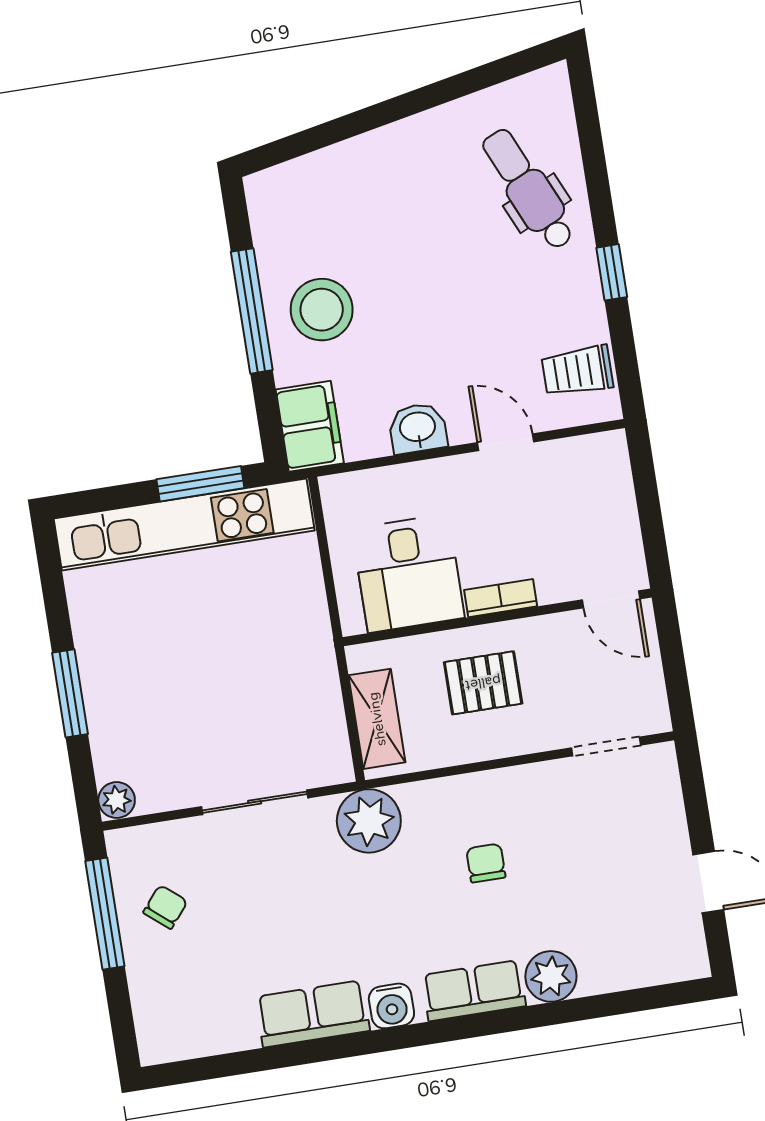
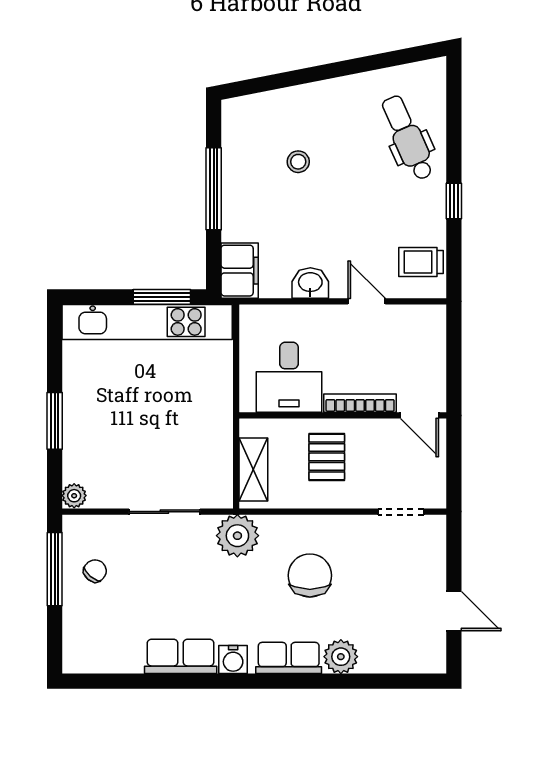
stool: (322, 310) -> (298, 162), moved, width x0.53, depth x0.53
bookcase: (501, 598) -> (360, 403), width x1.56
pallet: (483, 683) -> (327, 457), turned 90
chair: (486, 863) -> (310, 575), width x1.87, depth x1.87

